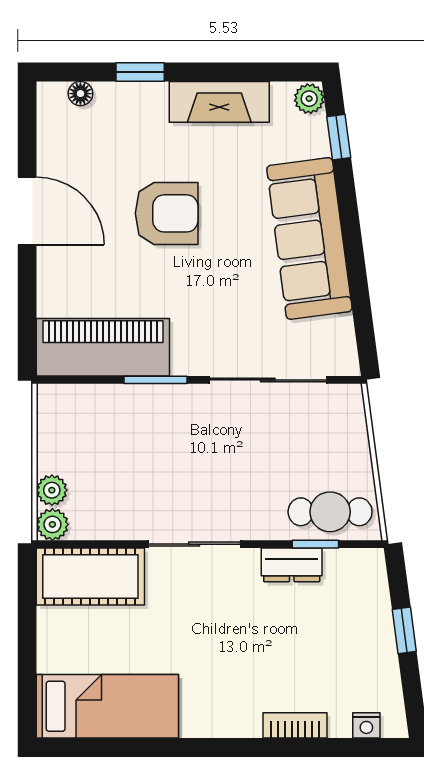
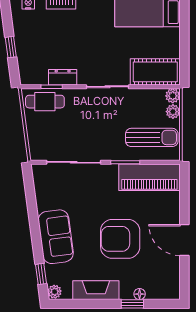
floor lamp: (80, 94) -> (140, 294), moved
armchair: (167, 213) -> (120, 239), width x1.36, depth x1.36
sofa: (309, 239) -> (56, 237), width x0.73
sun lounger: (98, 434) -> (152, 137), added

